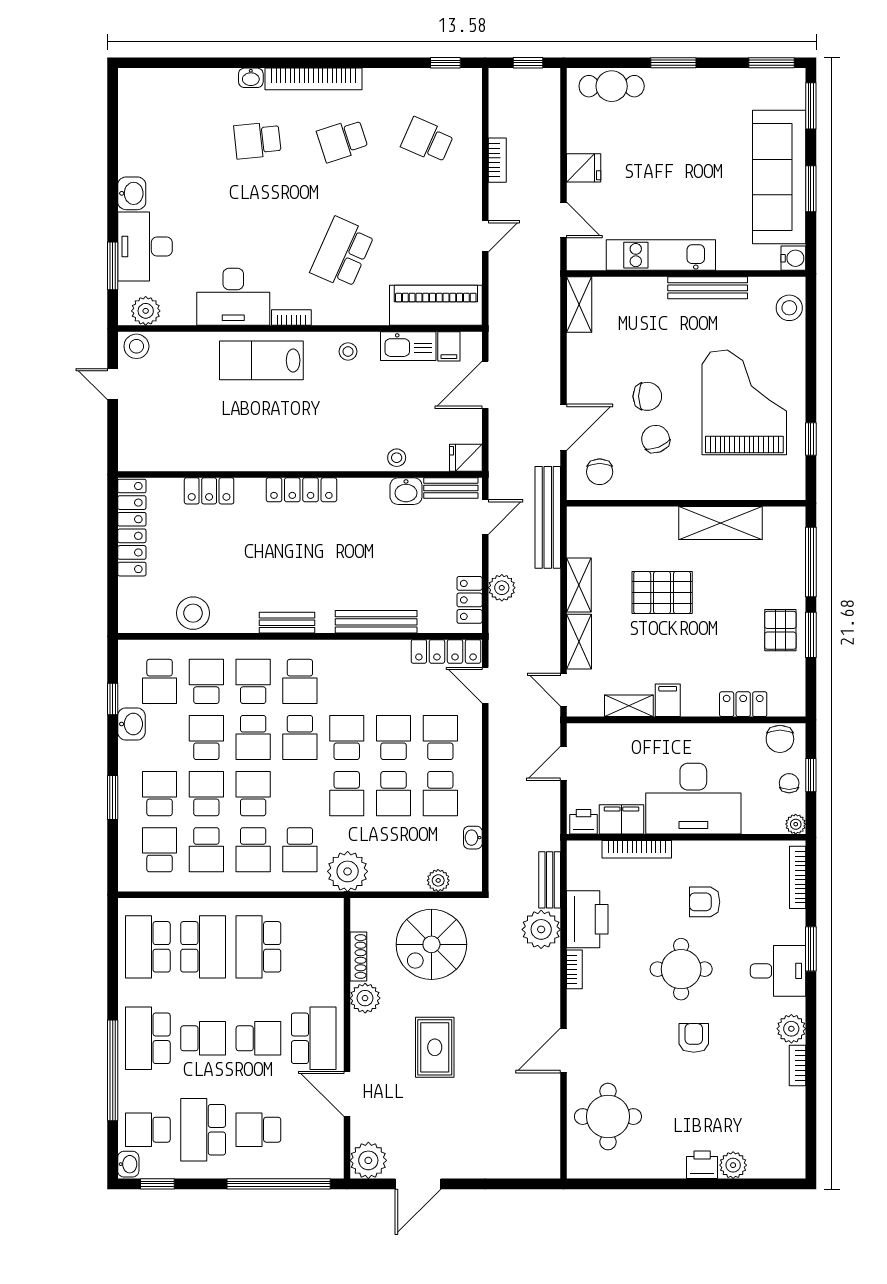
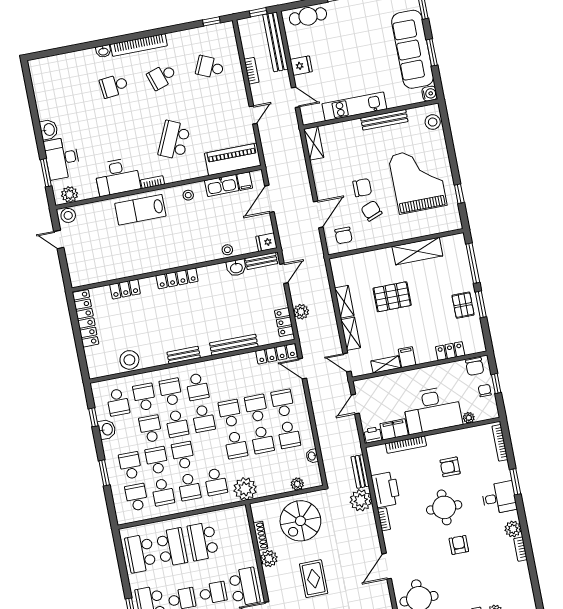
bench: (548, 517) -> (275, 42), moved
plant: (796, 824) -> (469, 418), moved

